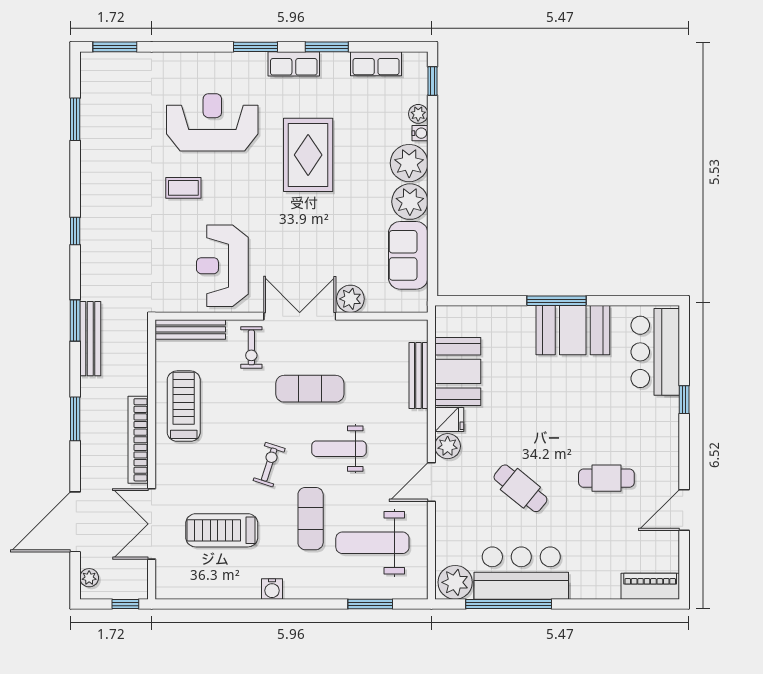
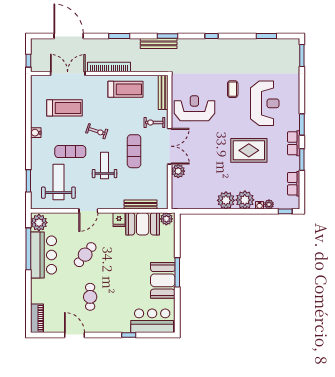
sofa: (408, 255) -> (200, 199), removed
plant: (448, 446) -> (166, 219), moved
door: (431, 482) -> (88, 211), swing flipped
treadmill: (222, 530) -> (64, 108), turned 90
plant: (89, 578) -> (41, 43), removed

